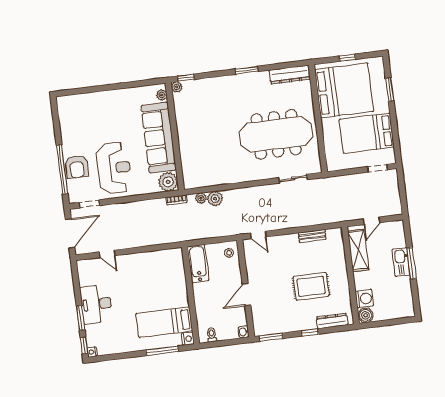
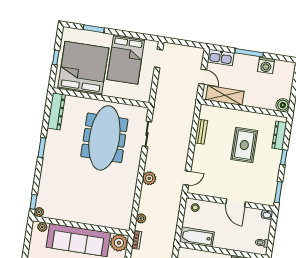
plant: (215, 199) -> (149, 178), moved
kitchen sink: (401, 262) -> (221, 57), moved
washing machine: (364, 299) -> (266, 65), moved, turned 180

